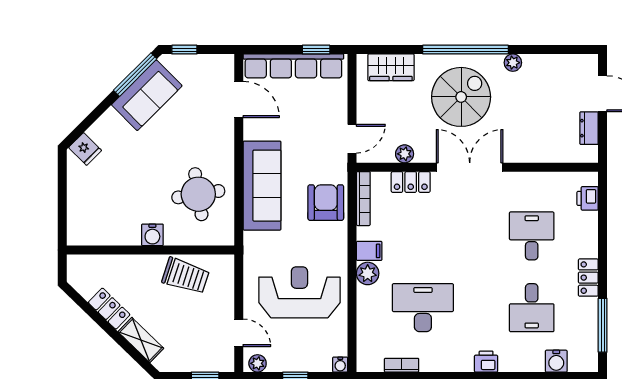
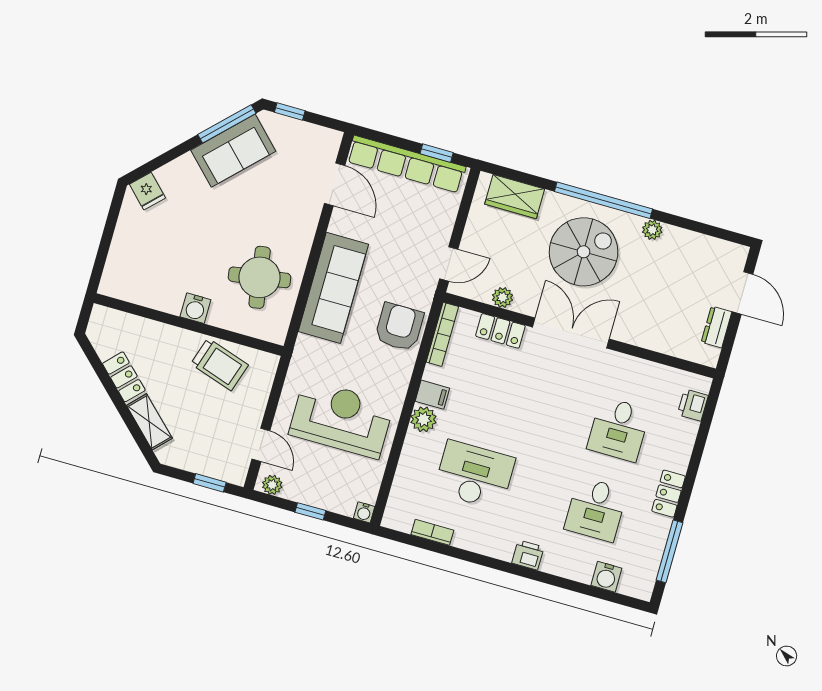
desk: (532, 236) -> (619, 429), turned 180

